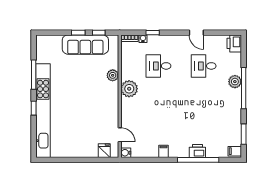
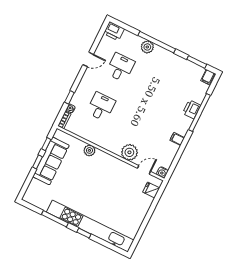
desk: (159, 66) -> (101, 107), turned 180
desk: (204, 66) -> (120, 67), turned 180
plant: (129, 89) -> (129, 152), moved

